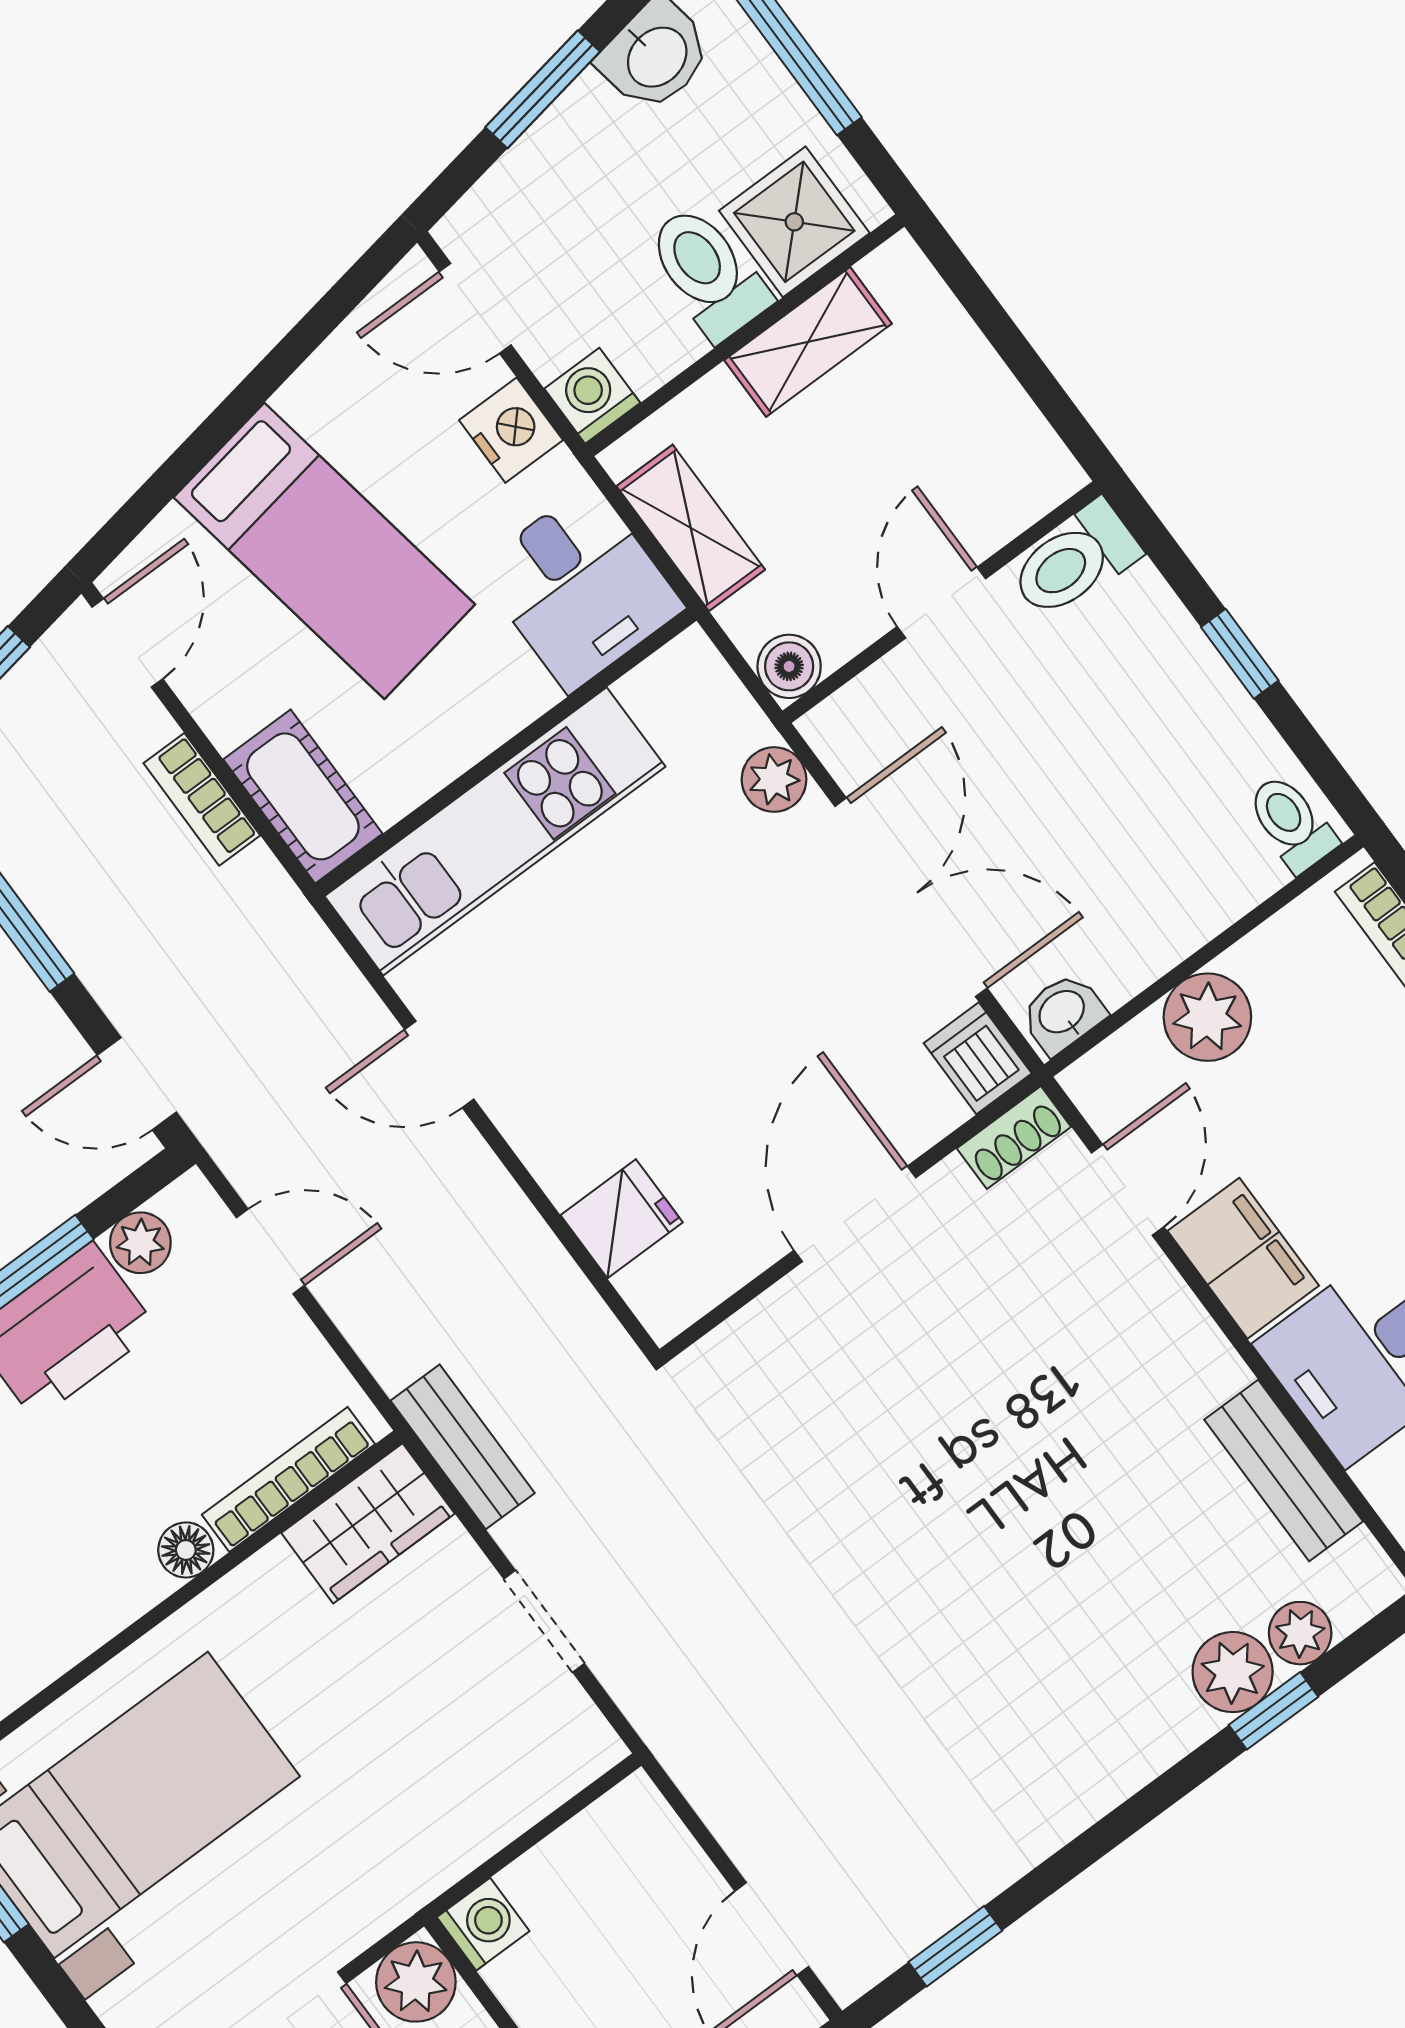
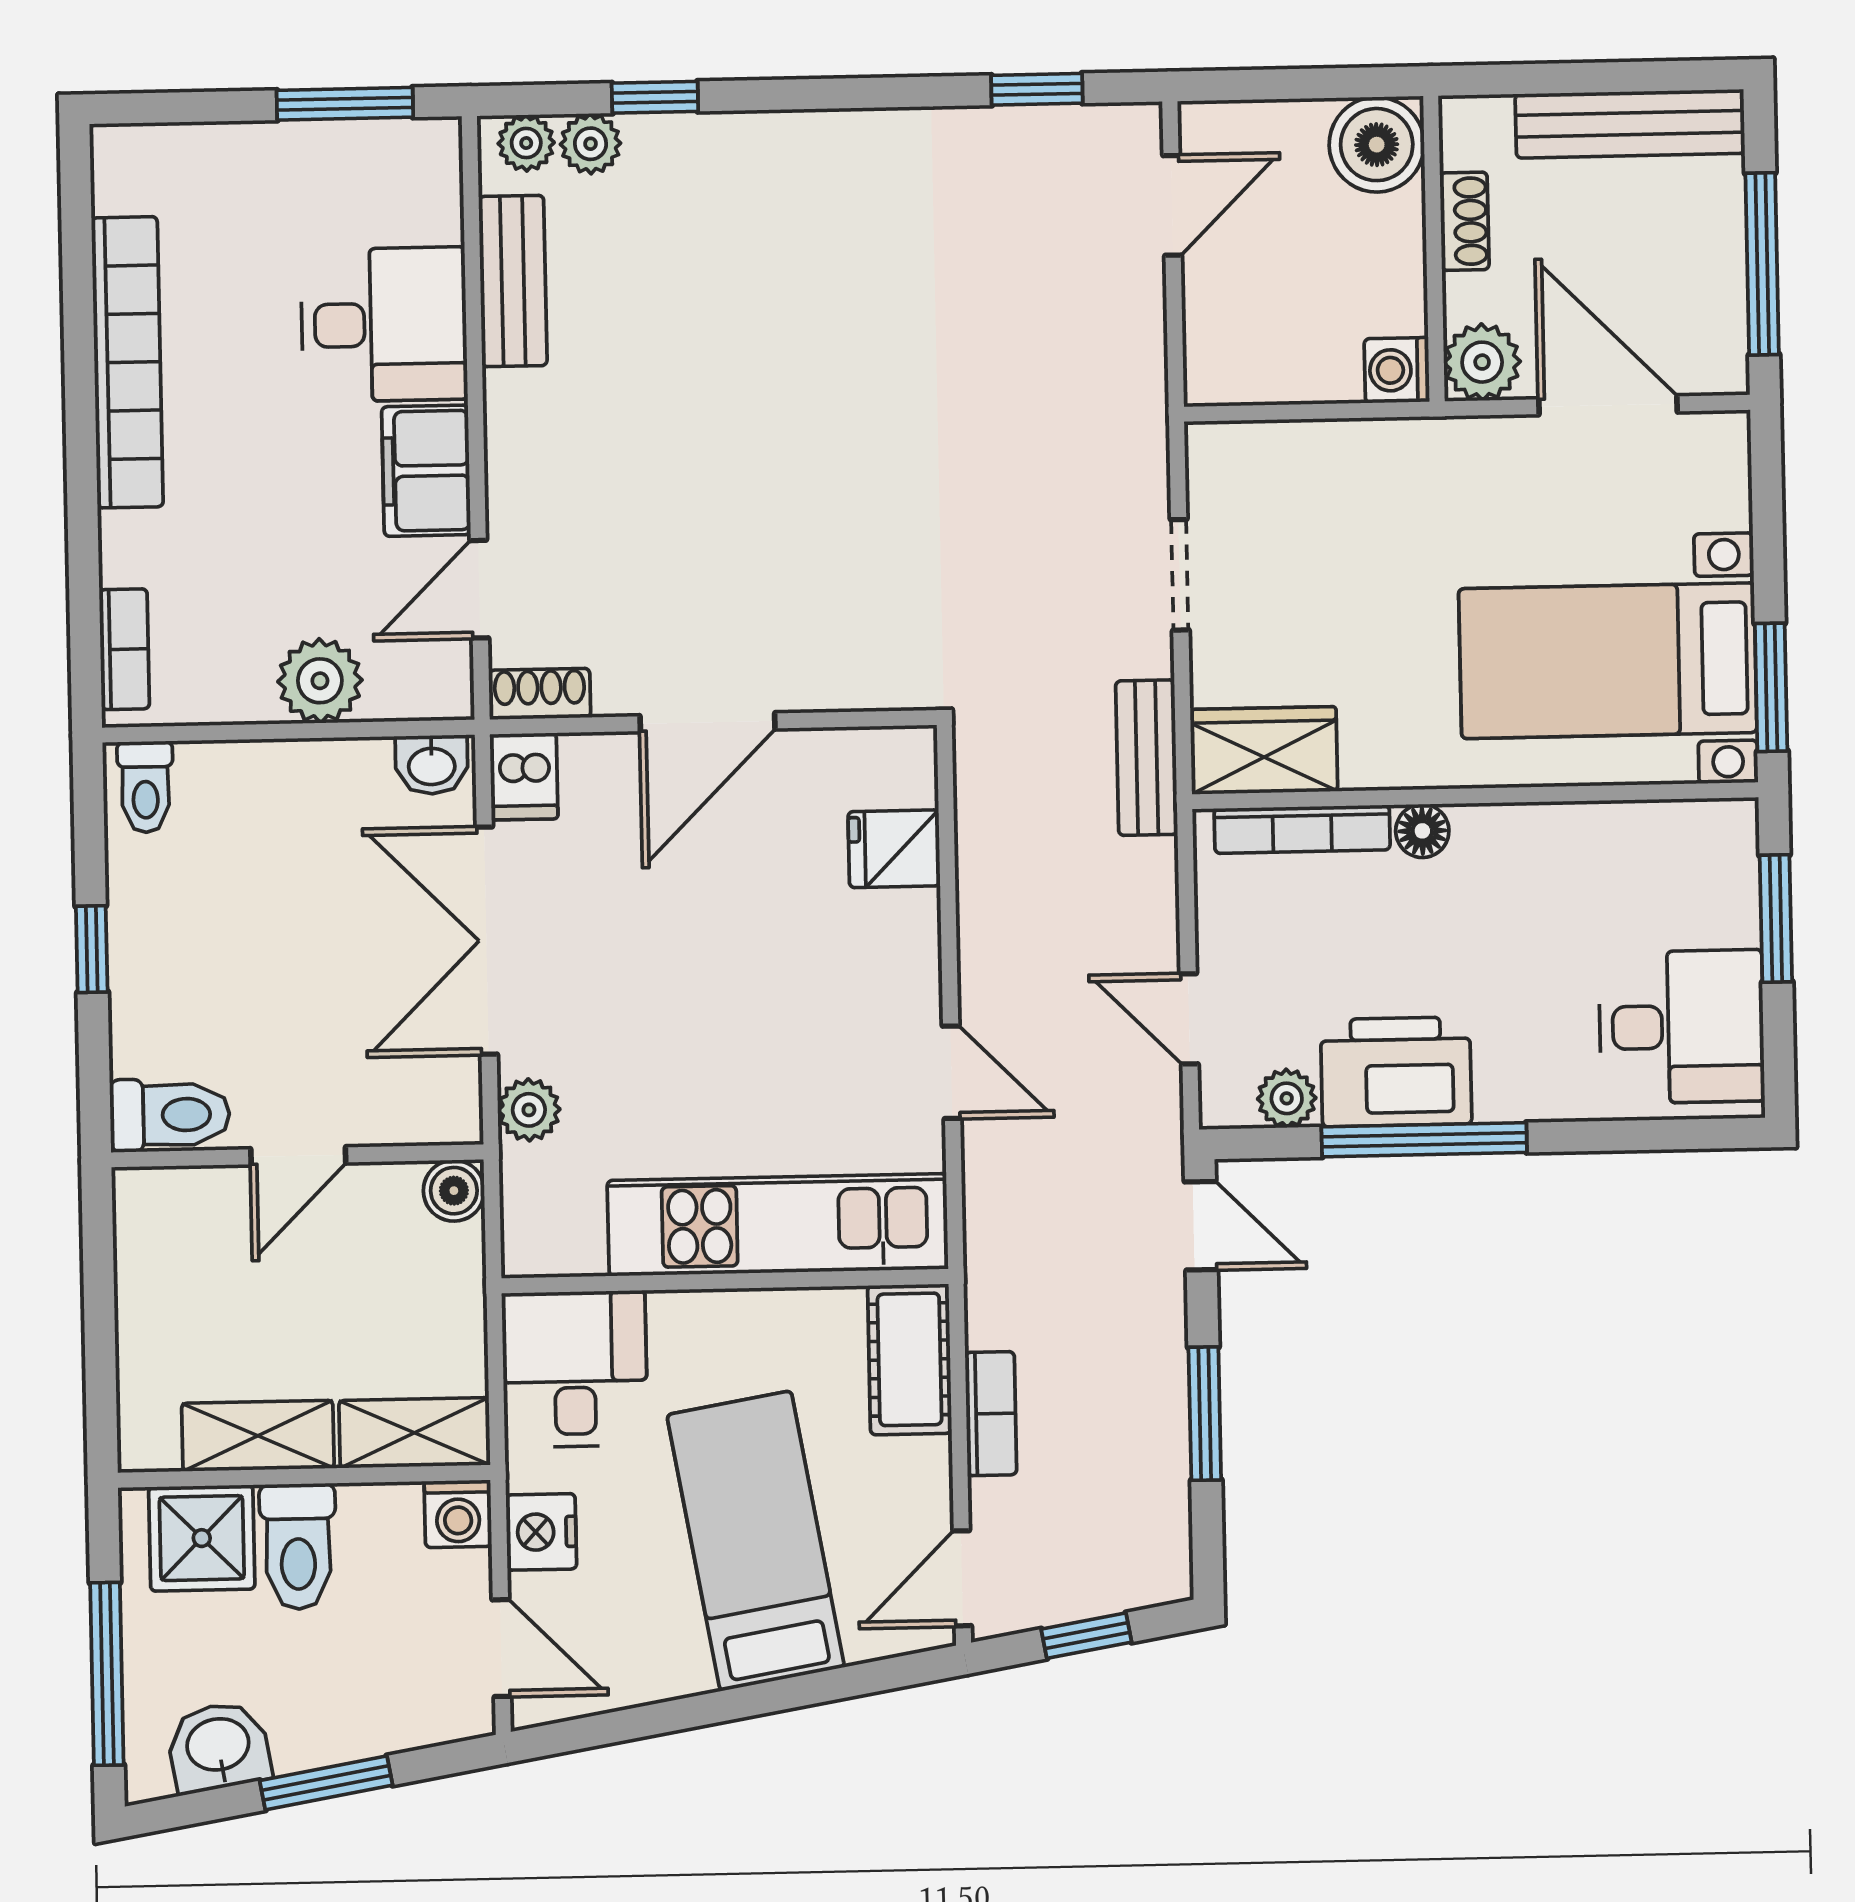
shelving: (691, 528) -> (414, 1433), moved, turned 90
plant: (1233, 1672) -> (526, 143), moved, width x0.73, depth x0.73

